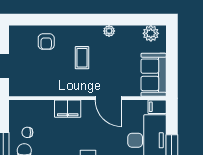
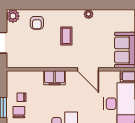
plant: (151, 33) -> (13, 16), moved

